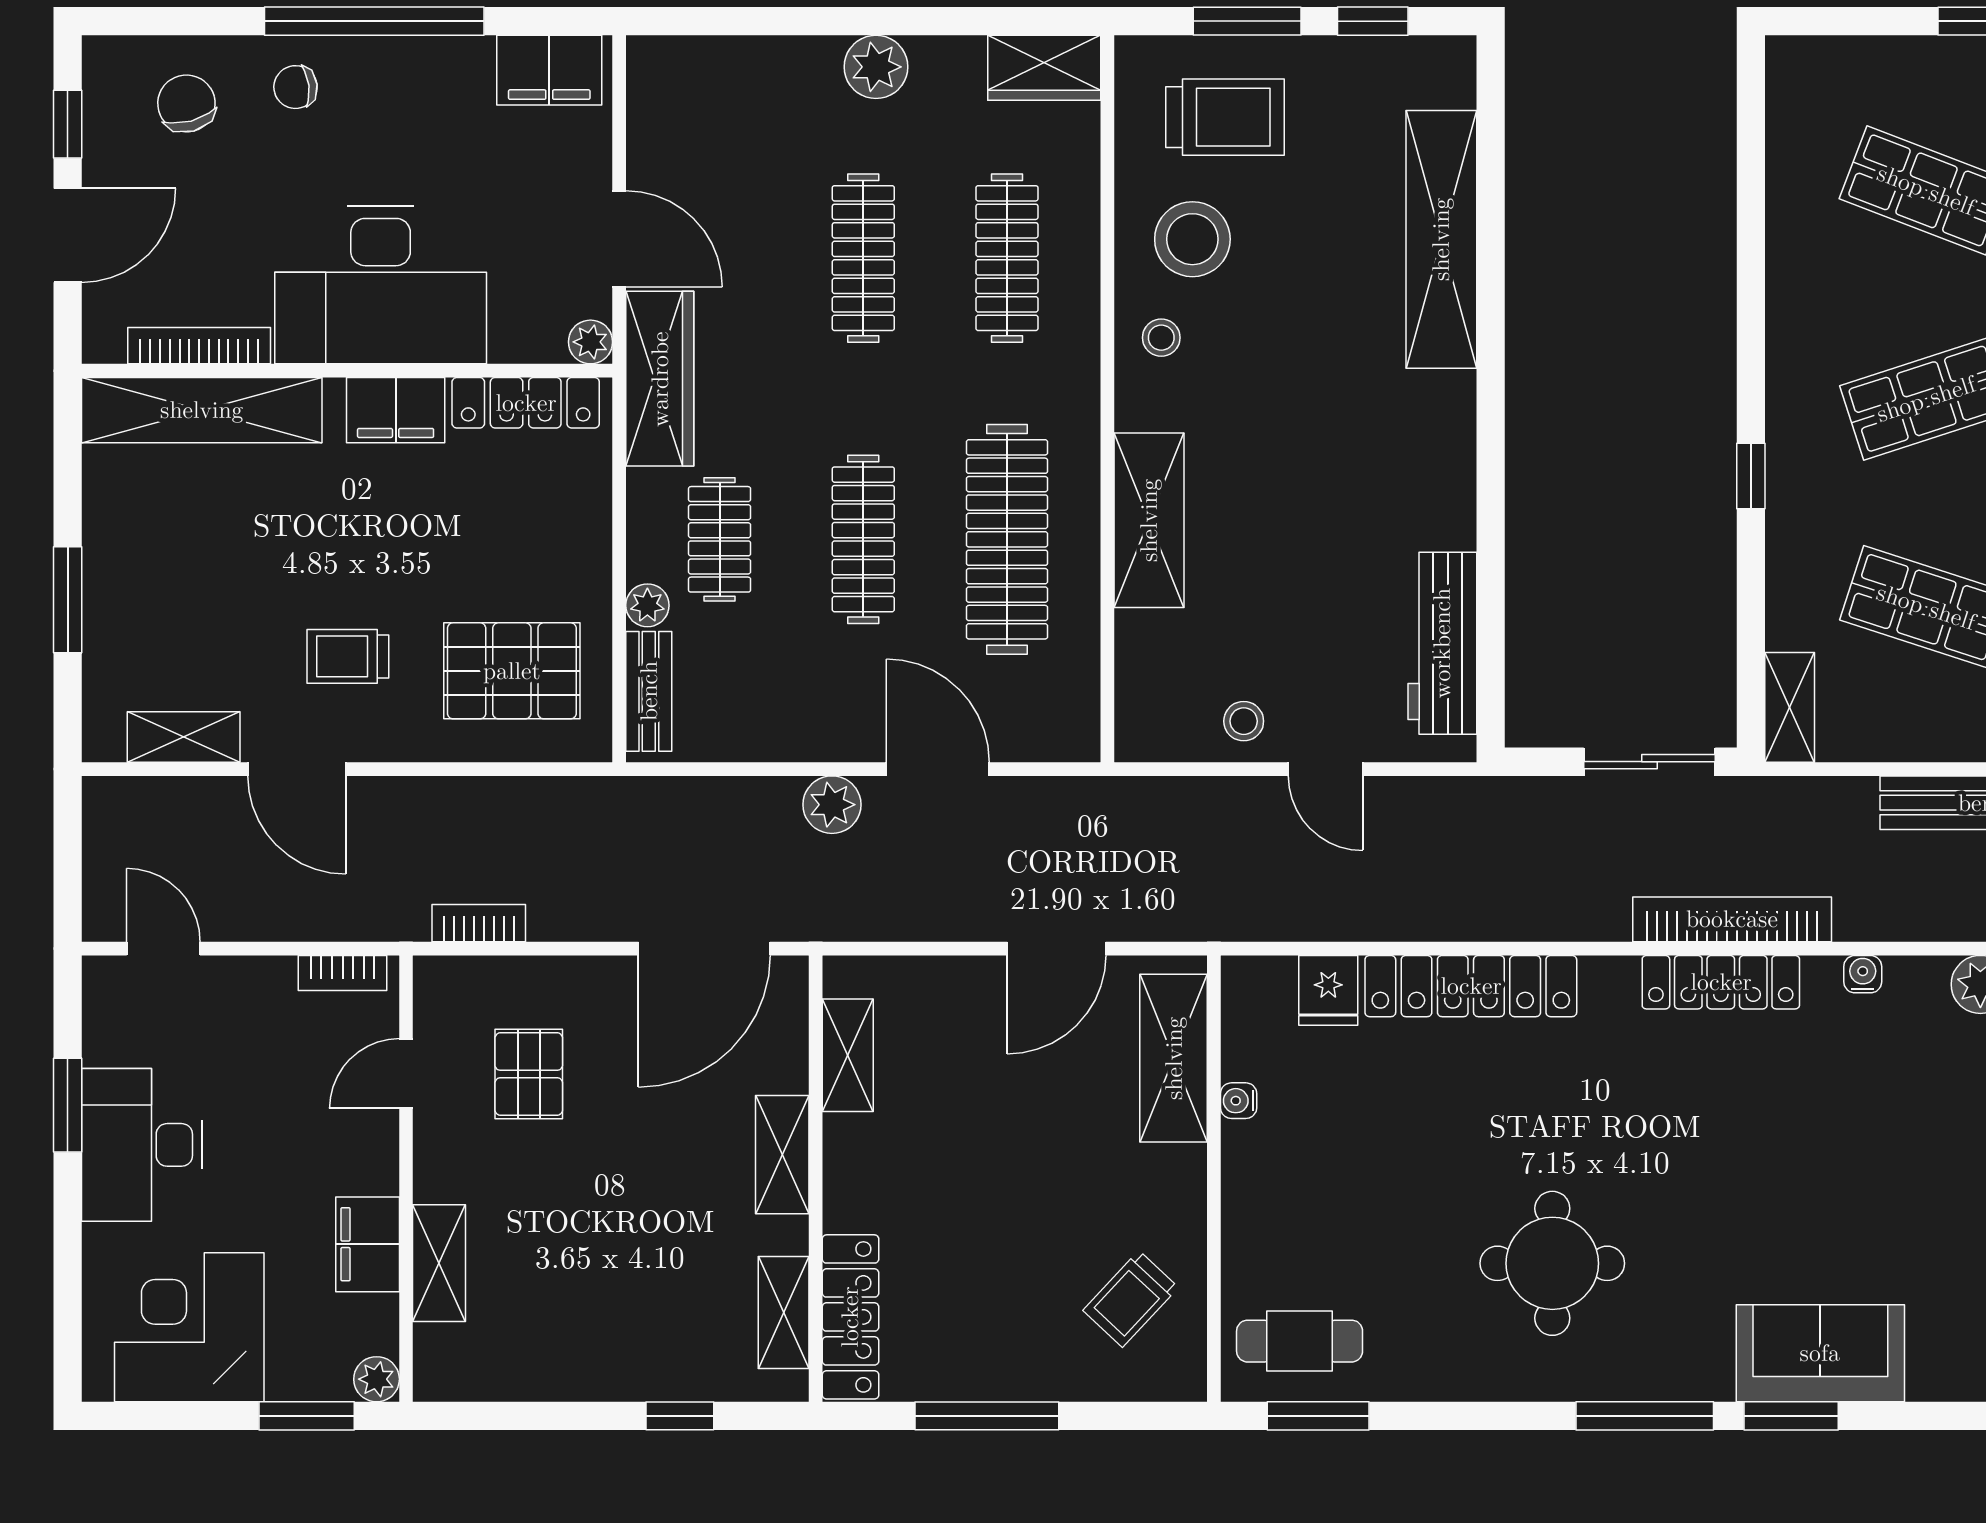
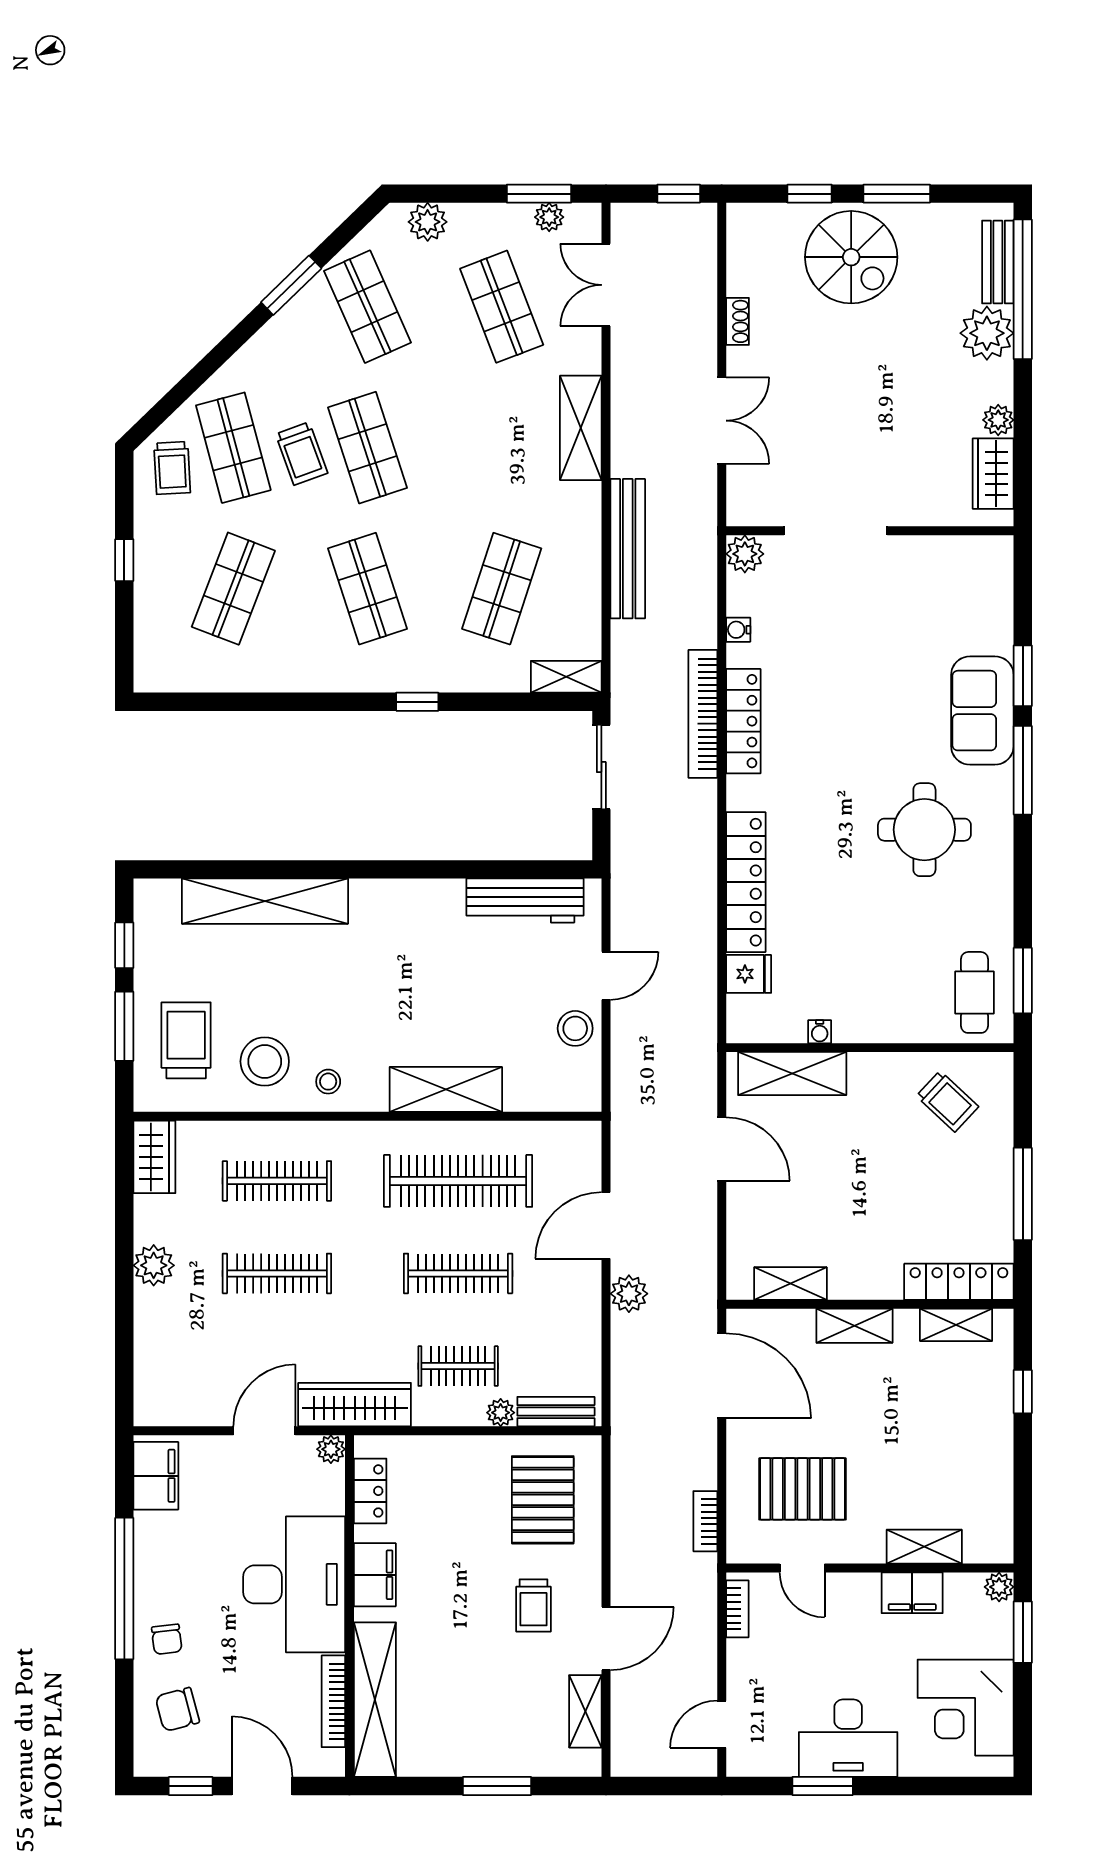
locker: (526, 403) -> (370, 1491), width x0.66
stool: (1244, 721) -> (575, 1028), width x1.37, depth x1.37
pallet: (529, 1074) -> (802, 1489), width x1.50, depth x1.42
sofa: (1820, 1353) -> (982, 711), moved

